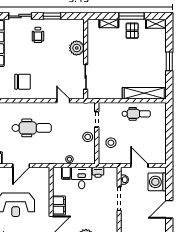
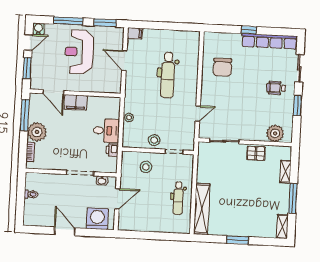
pallet: (132, 31) -> (256, 153), moved
plant: (77, 48) -> (275, 133), moved
filing cabinet: (66, 173) -> (113, 113), removed

